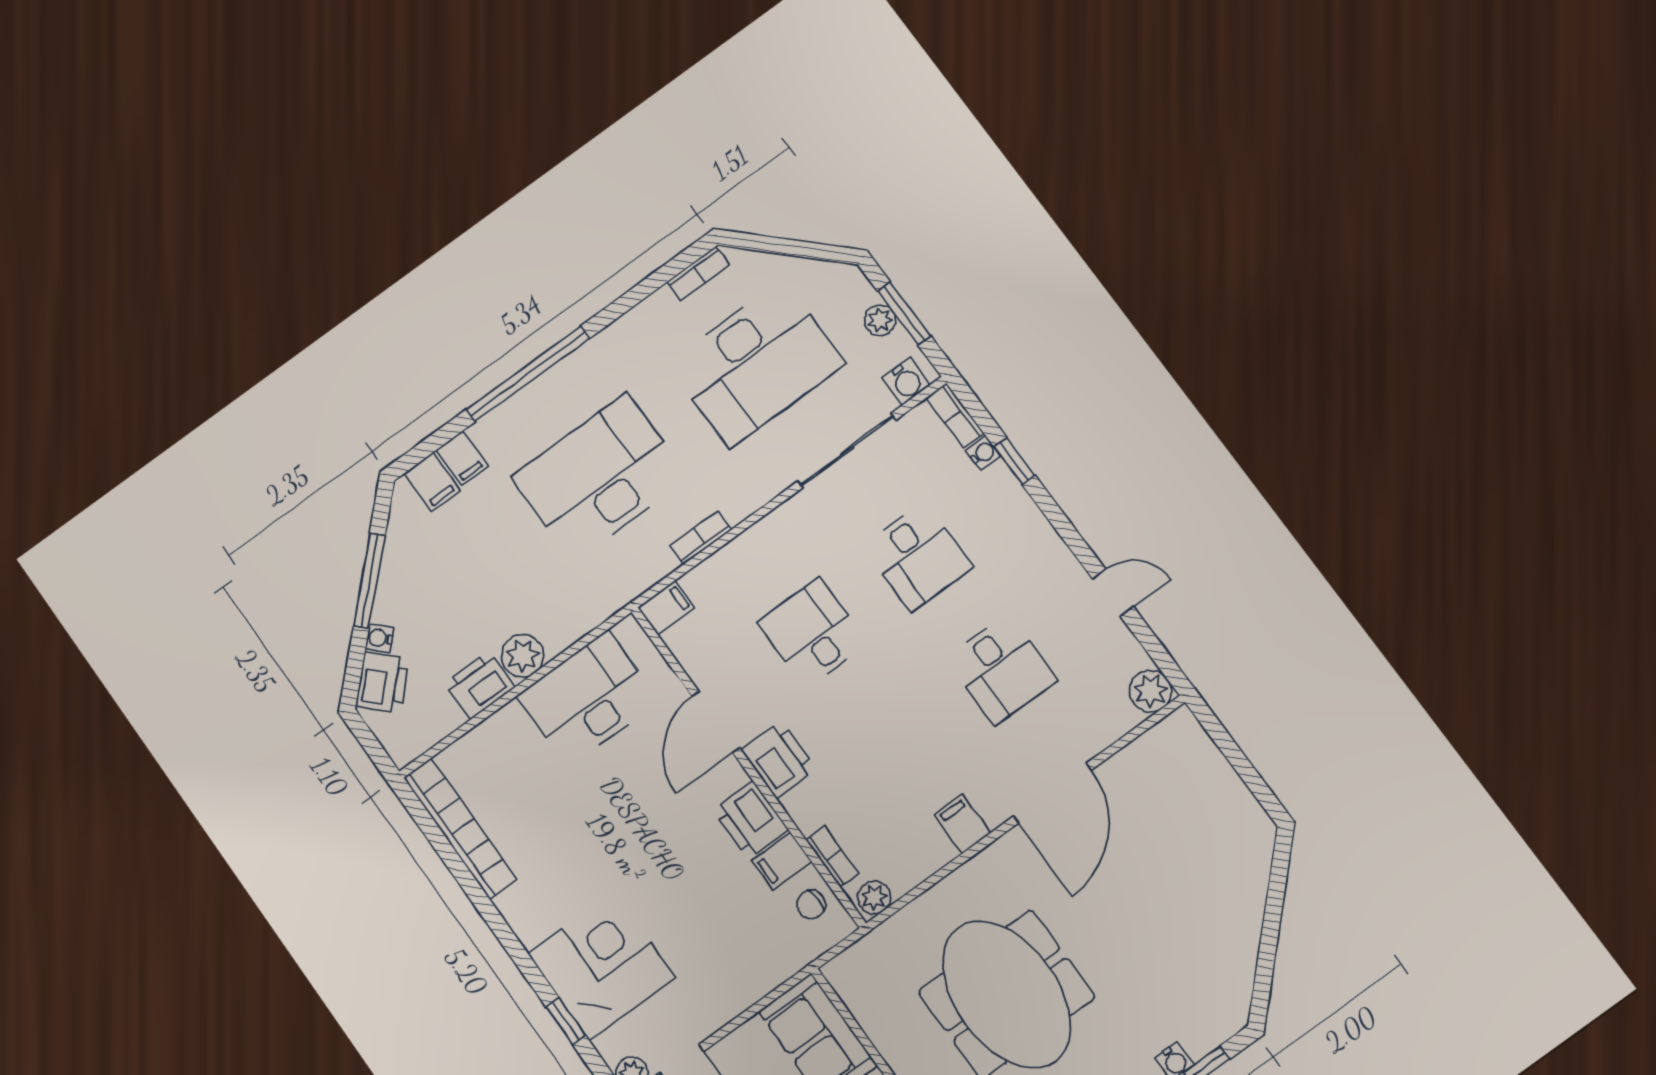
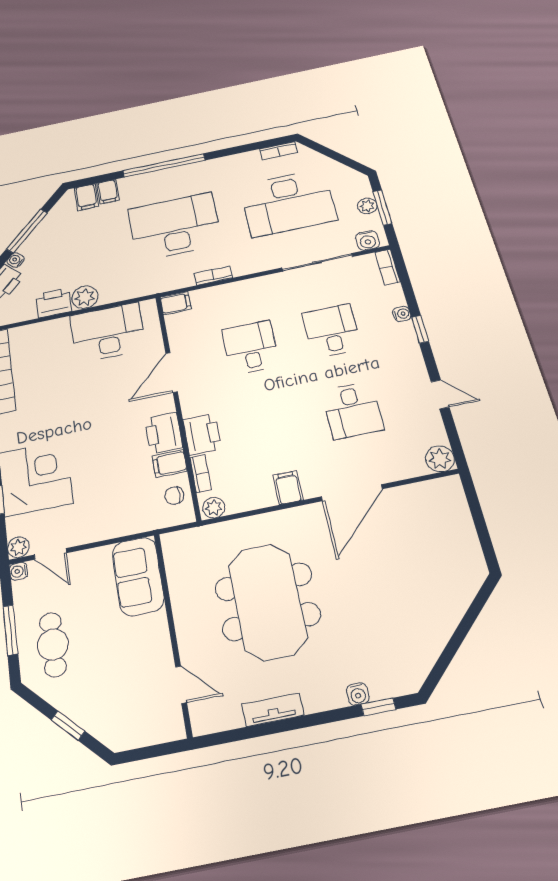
water cooler: (983, 453) -> (402, 314), moved
window: (1014, 461) -> (420, 329), moved
desk: (918, 556) -> (332, 331), turned 180
printer: (779, 759) -> (202, 434), moved

